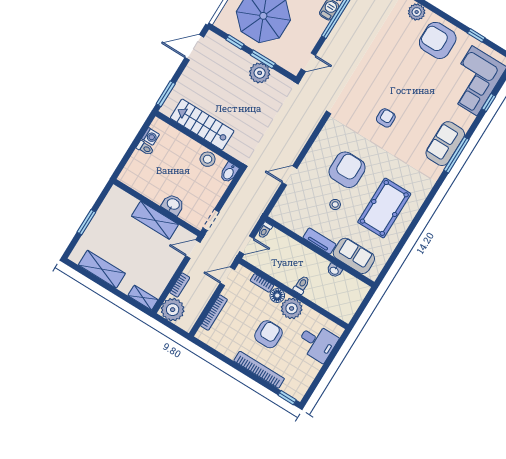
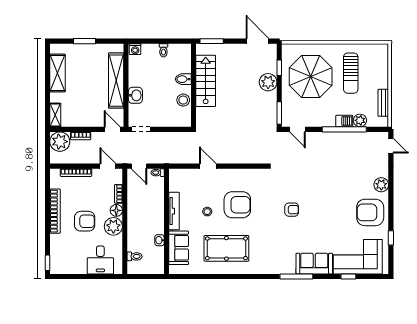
armchair: (438, 40) -> (370, 212), turned -90
window: (263, 59) -> (279, 113), moved
plant: (260, 73) -> (268, 82), moved
washing machine: (151, 136) -> (135, 49), moved
sofa: (445, 144) -> (314, 264), moved
bidet: (229, 173) -> (183, 79), moved
shelving: (155, 220) -> (116, 81), width x1.47
tv unit: (319, 241) -> (174, 211), width x1.41
toilet: (302, 285) -> (135, 256), moved
bookcase: (259, 370) -> (55, 211), moved

